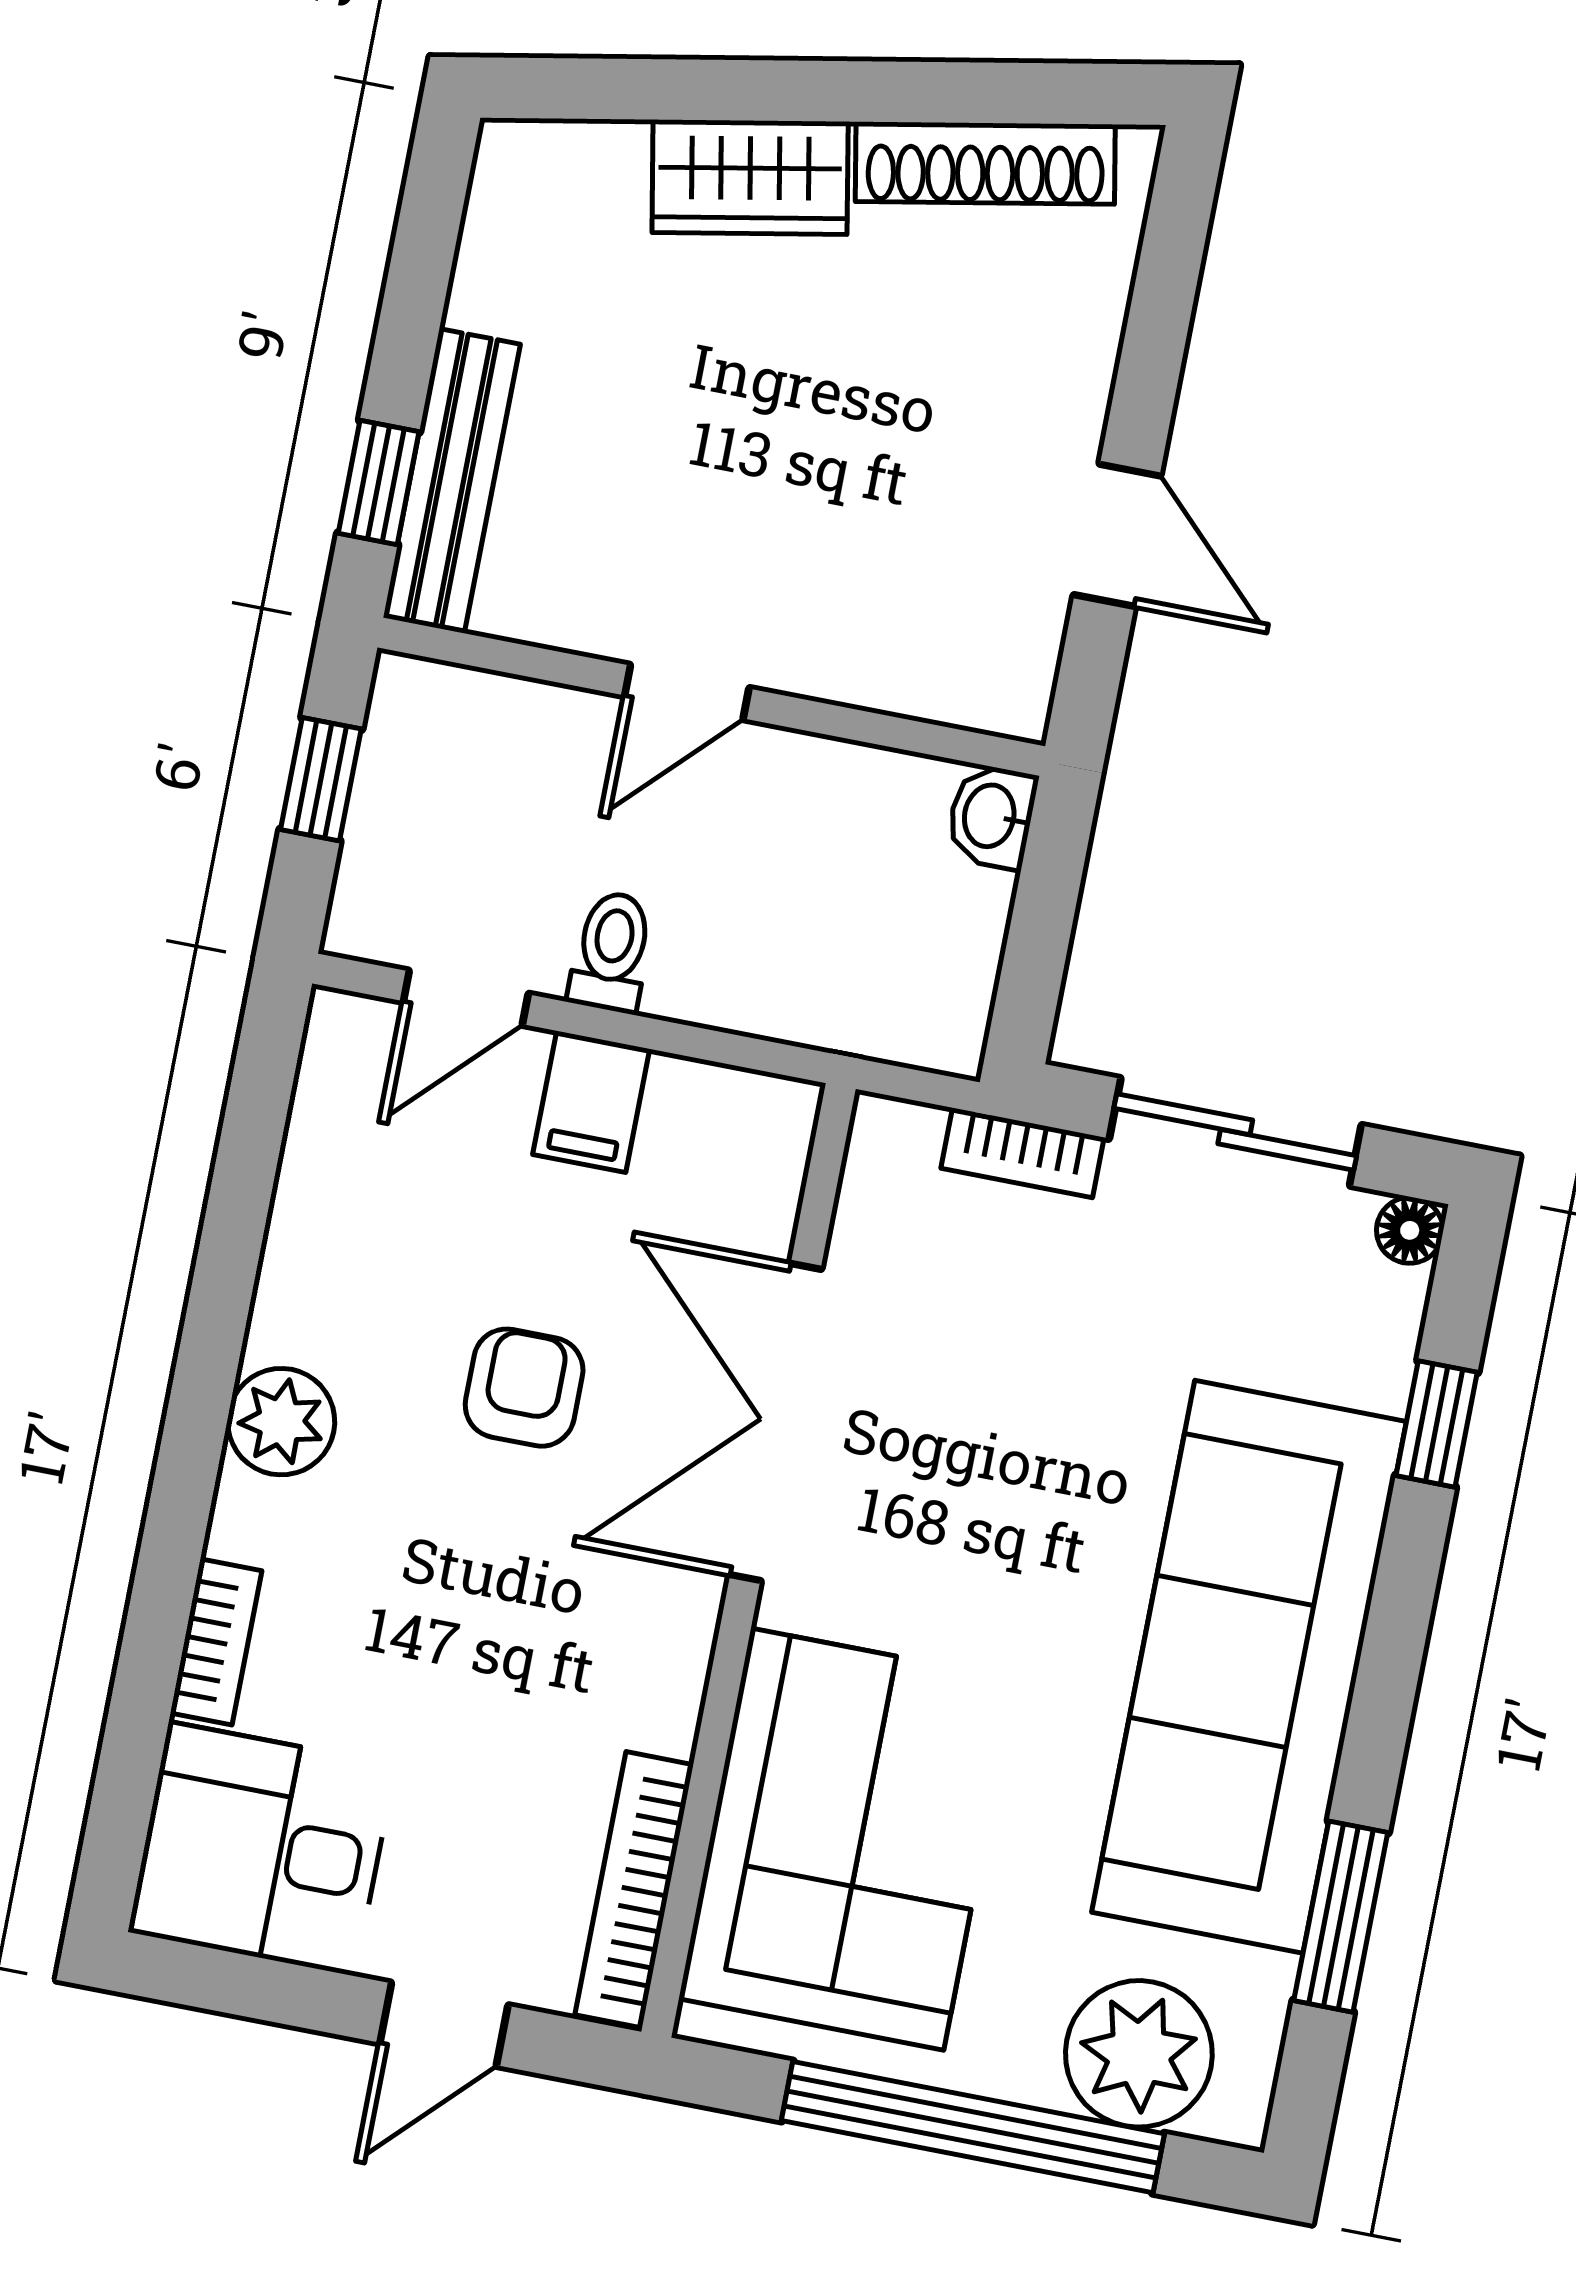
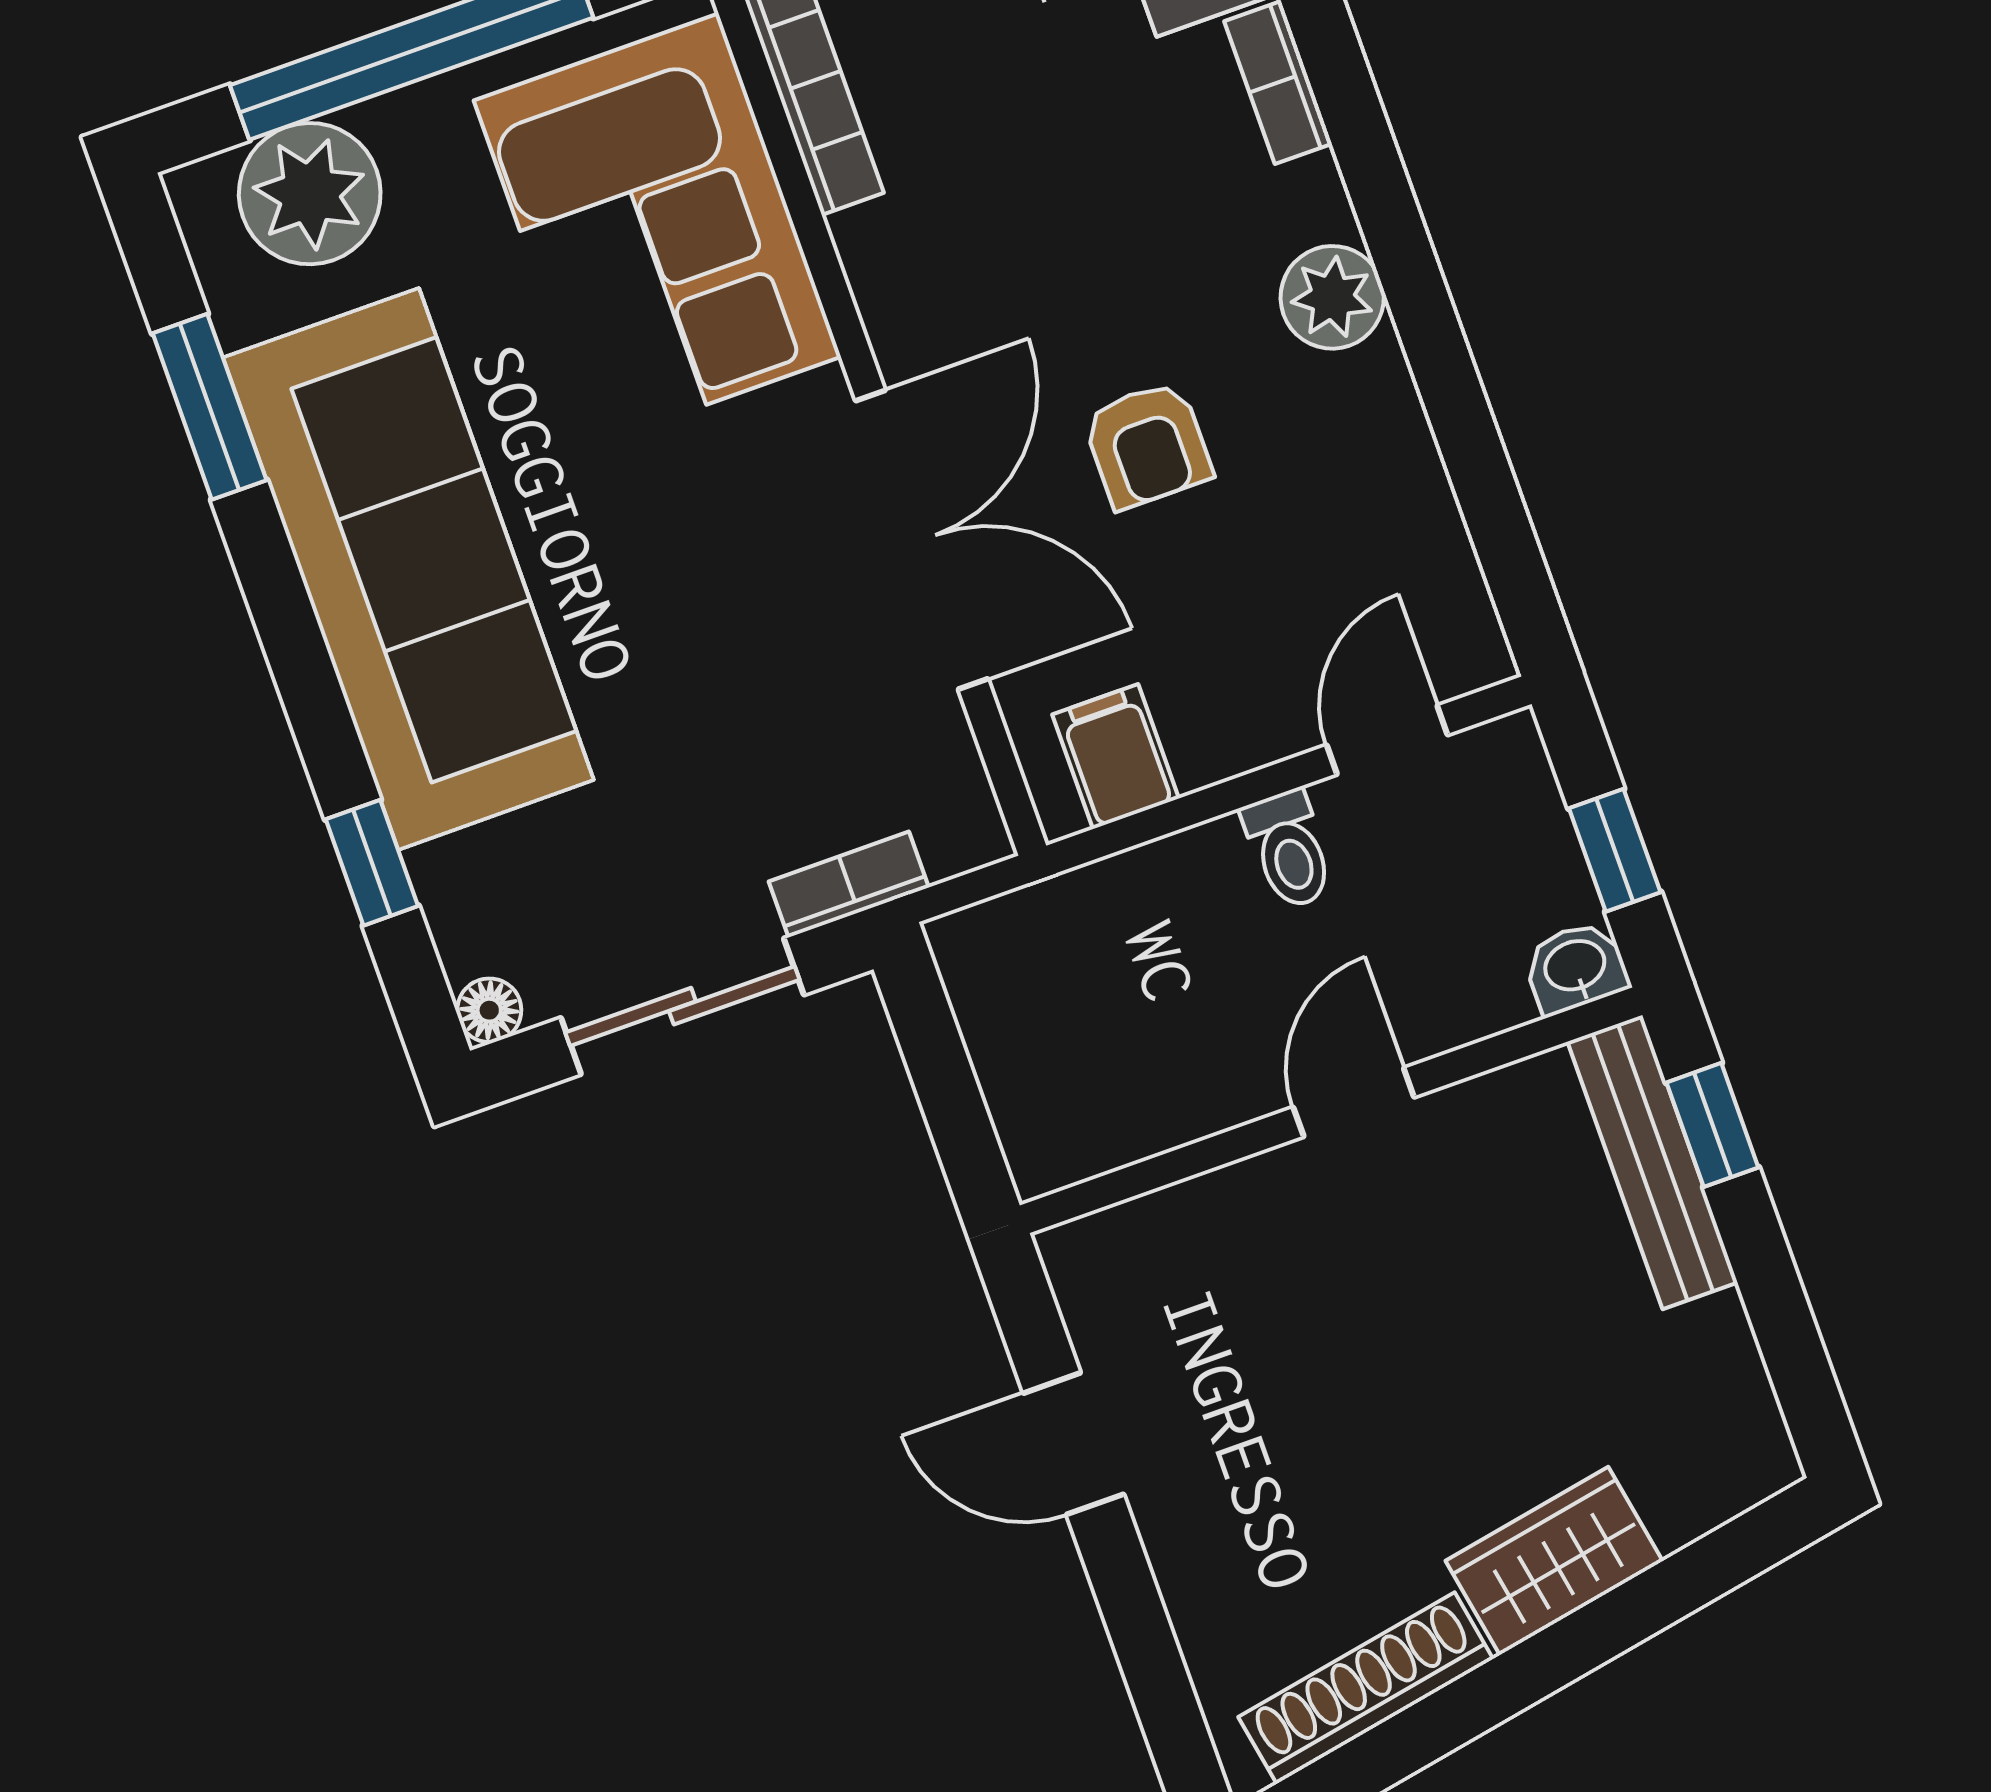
washbasin: (992, 816) -> (1576, 967), moved, turned -90
filing cabinet: (591, 1102) -> (1116, 756), moved

